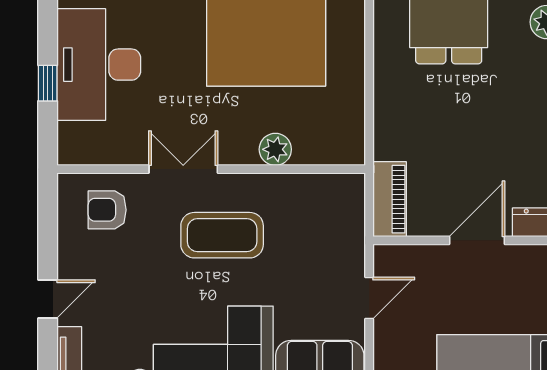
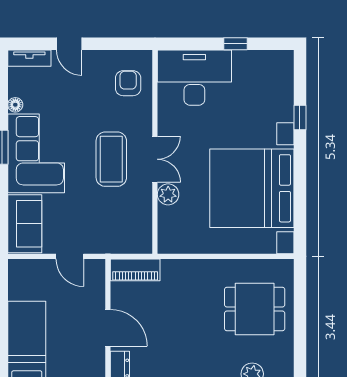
desk: (99, 65) -> (194, 78), moved
window: (48, 83) -> (236, 44), moved
double door: (183, 169) -> (155, 159), moved

